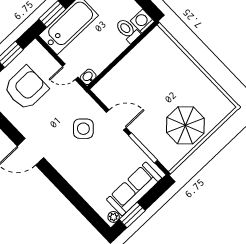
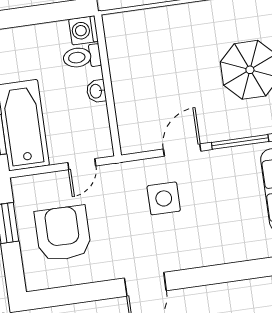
washbasin: (88, 77) -> (96, 91), moved
side table: (83, 129) -> (164, 198), turned 45

